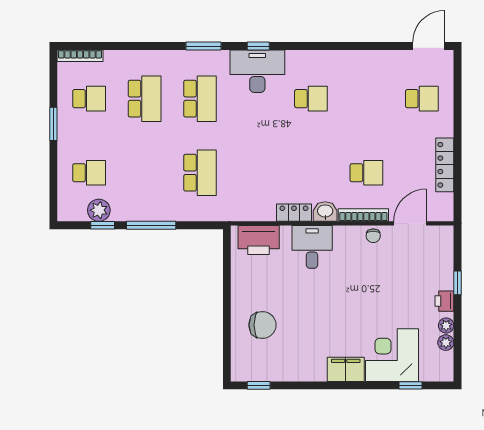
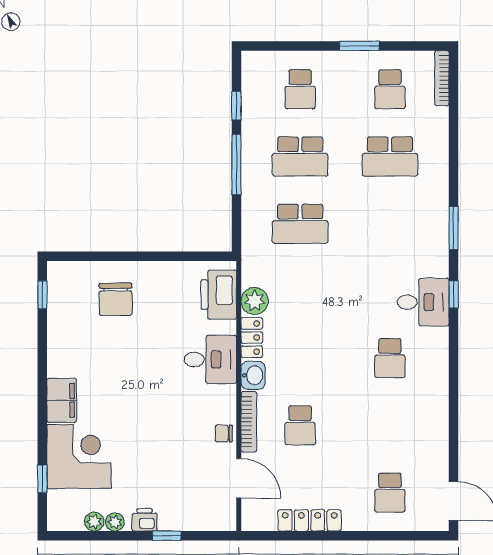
desk: (257, 71) -> (423, 302), width x0.73
school desk: (200, 99) -> (300, 156), moved
plant: (99, 210) -> (255, 301), moved

